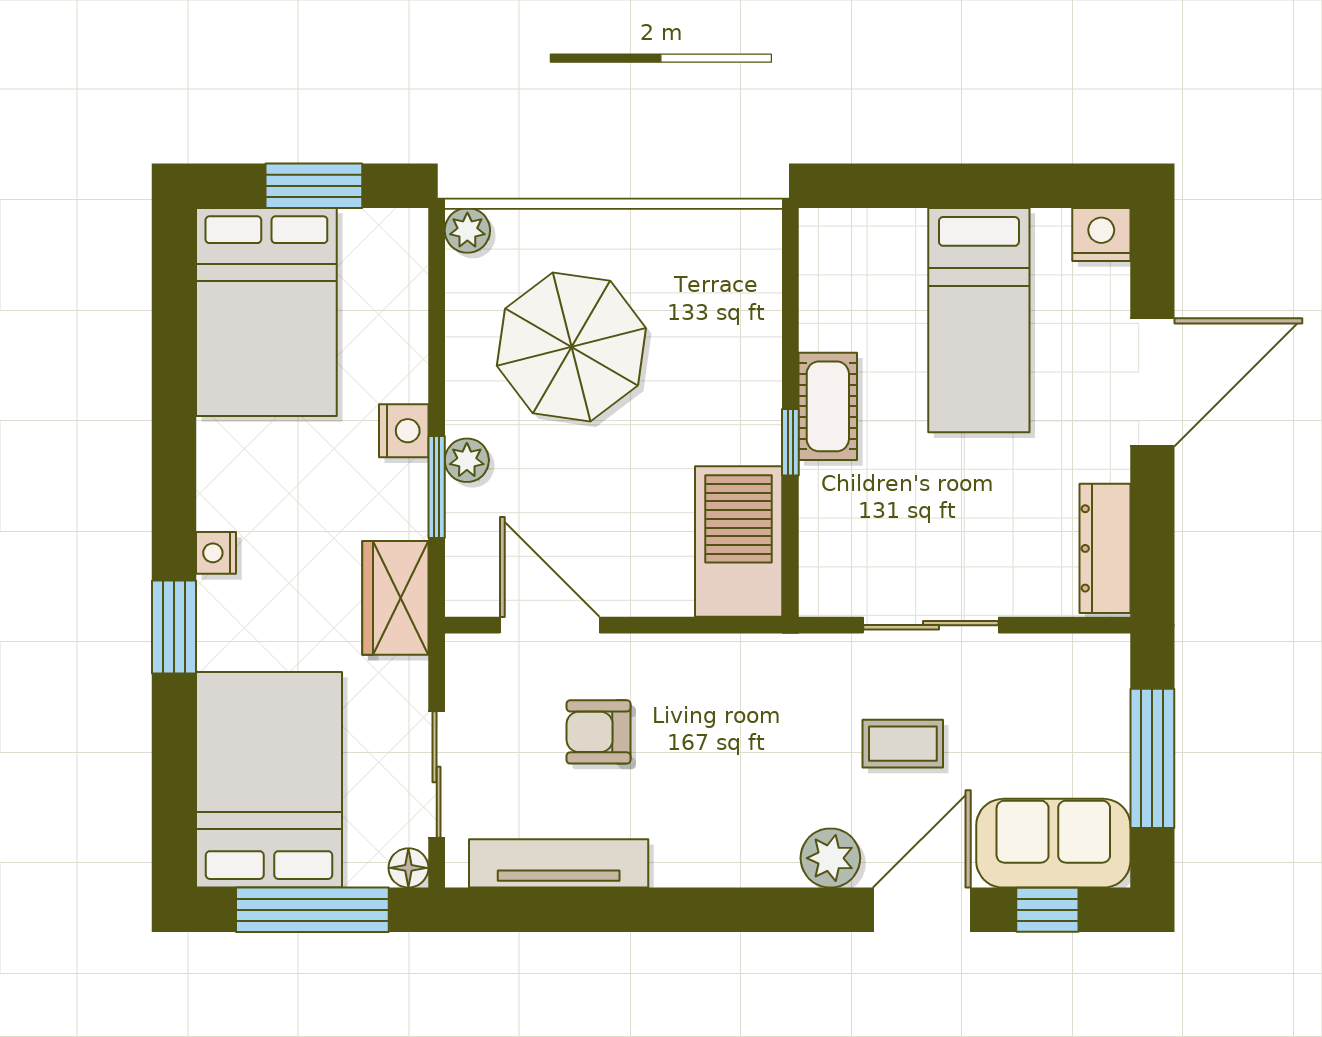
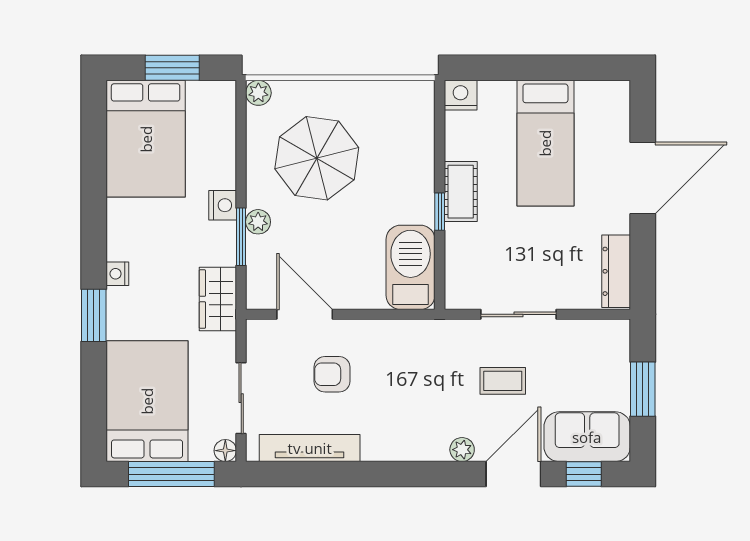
nightstand: (1101, 235) -> (461, 95), moved
window: (1152, 758) -> (643, 389), width x0.69
plant: (830, 858) -> (462, 450), width x0.73, depth x0.73

